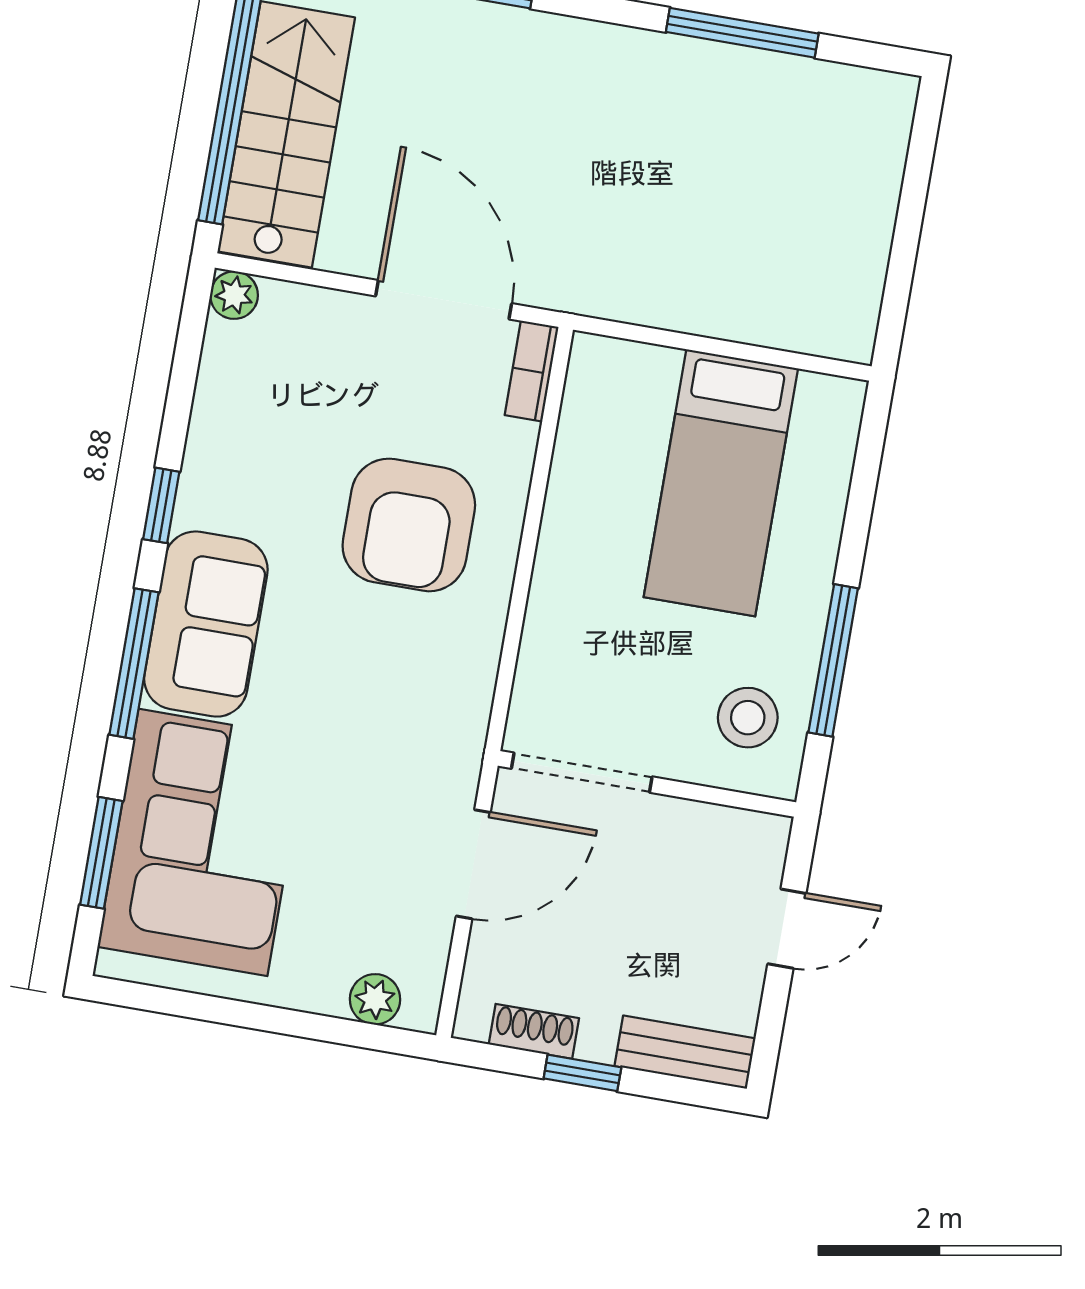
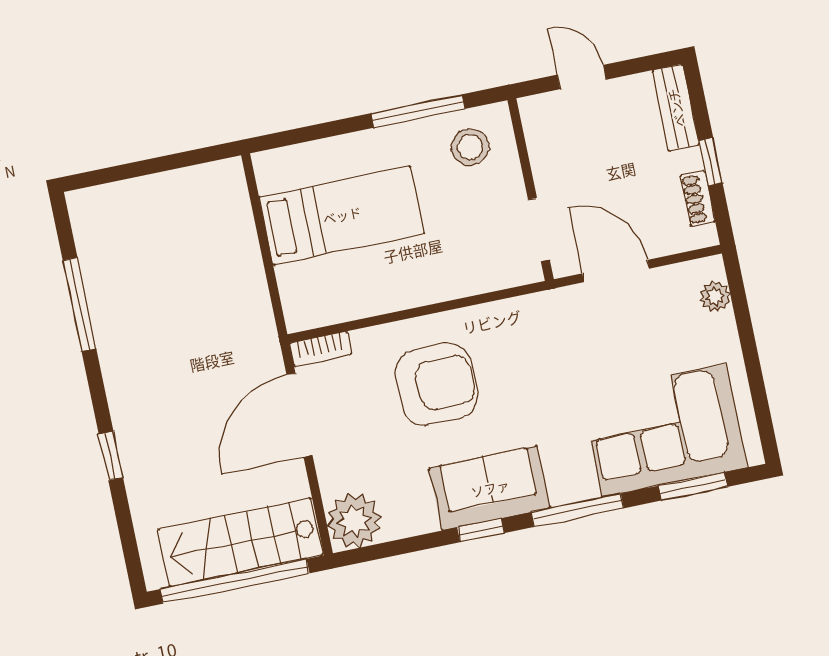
plant: (234, 295) -> (354, 521), width x1.87, depth x1.87
sofa: (206, 624) -> (490, 488), moved
doorway: (582, 773) -> (539, 230), width x0.73

